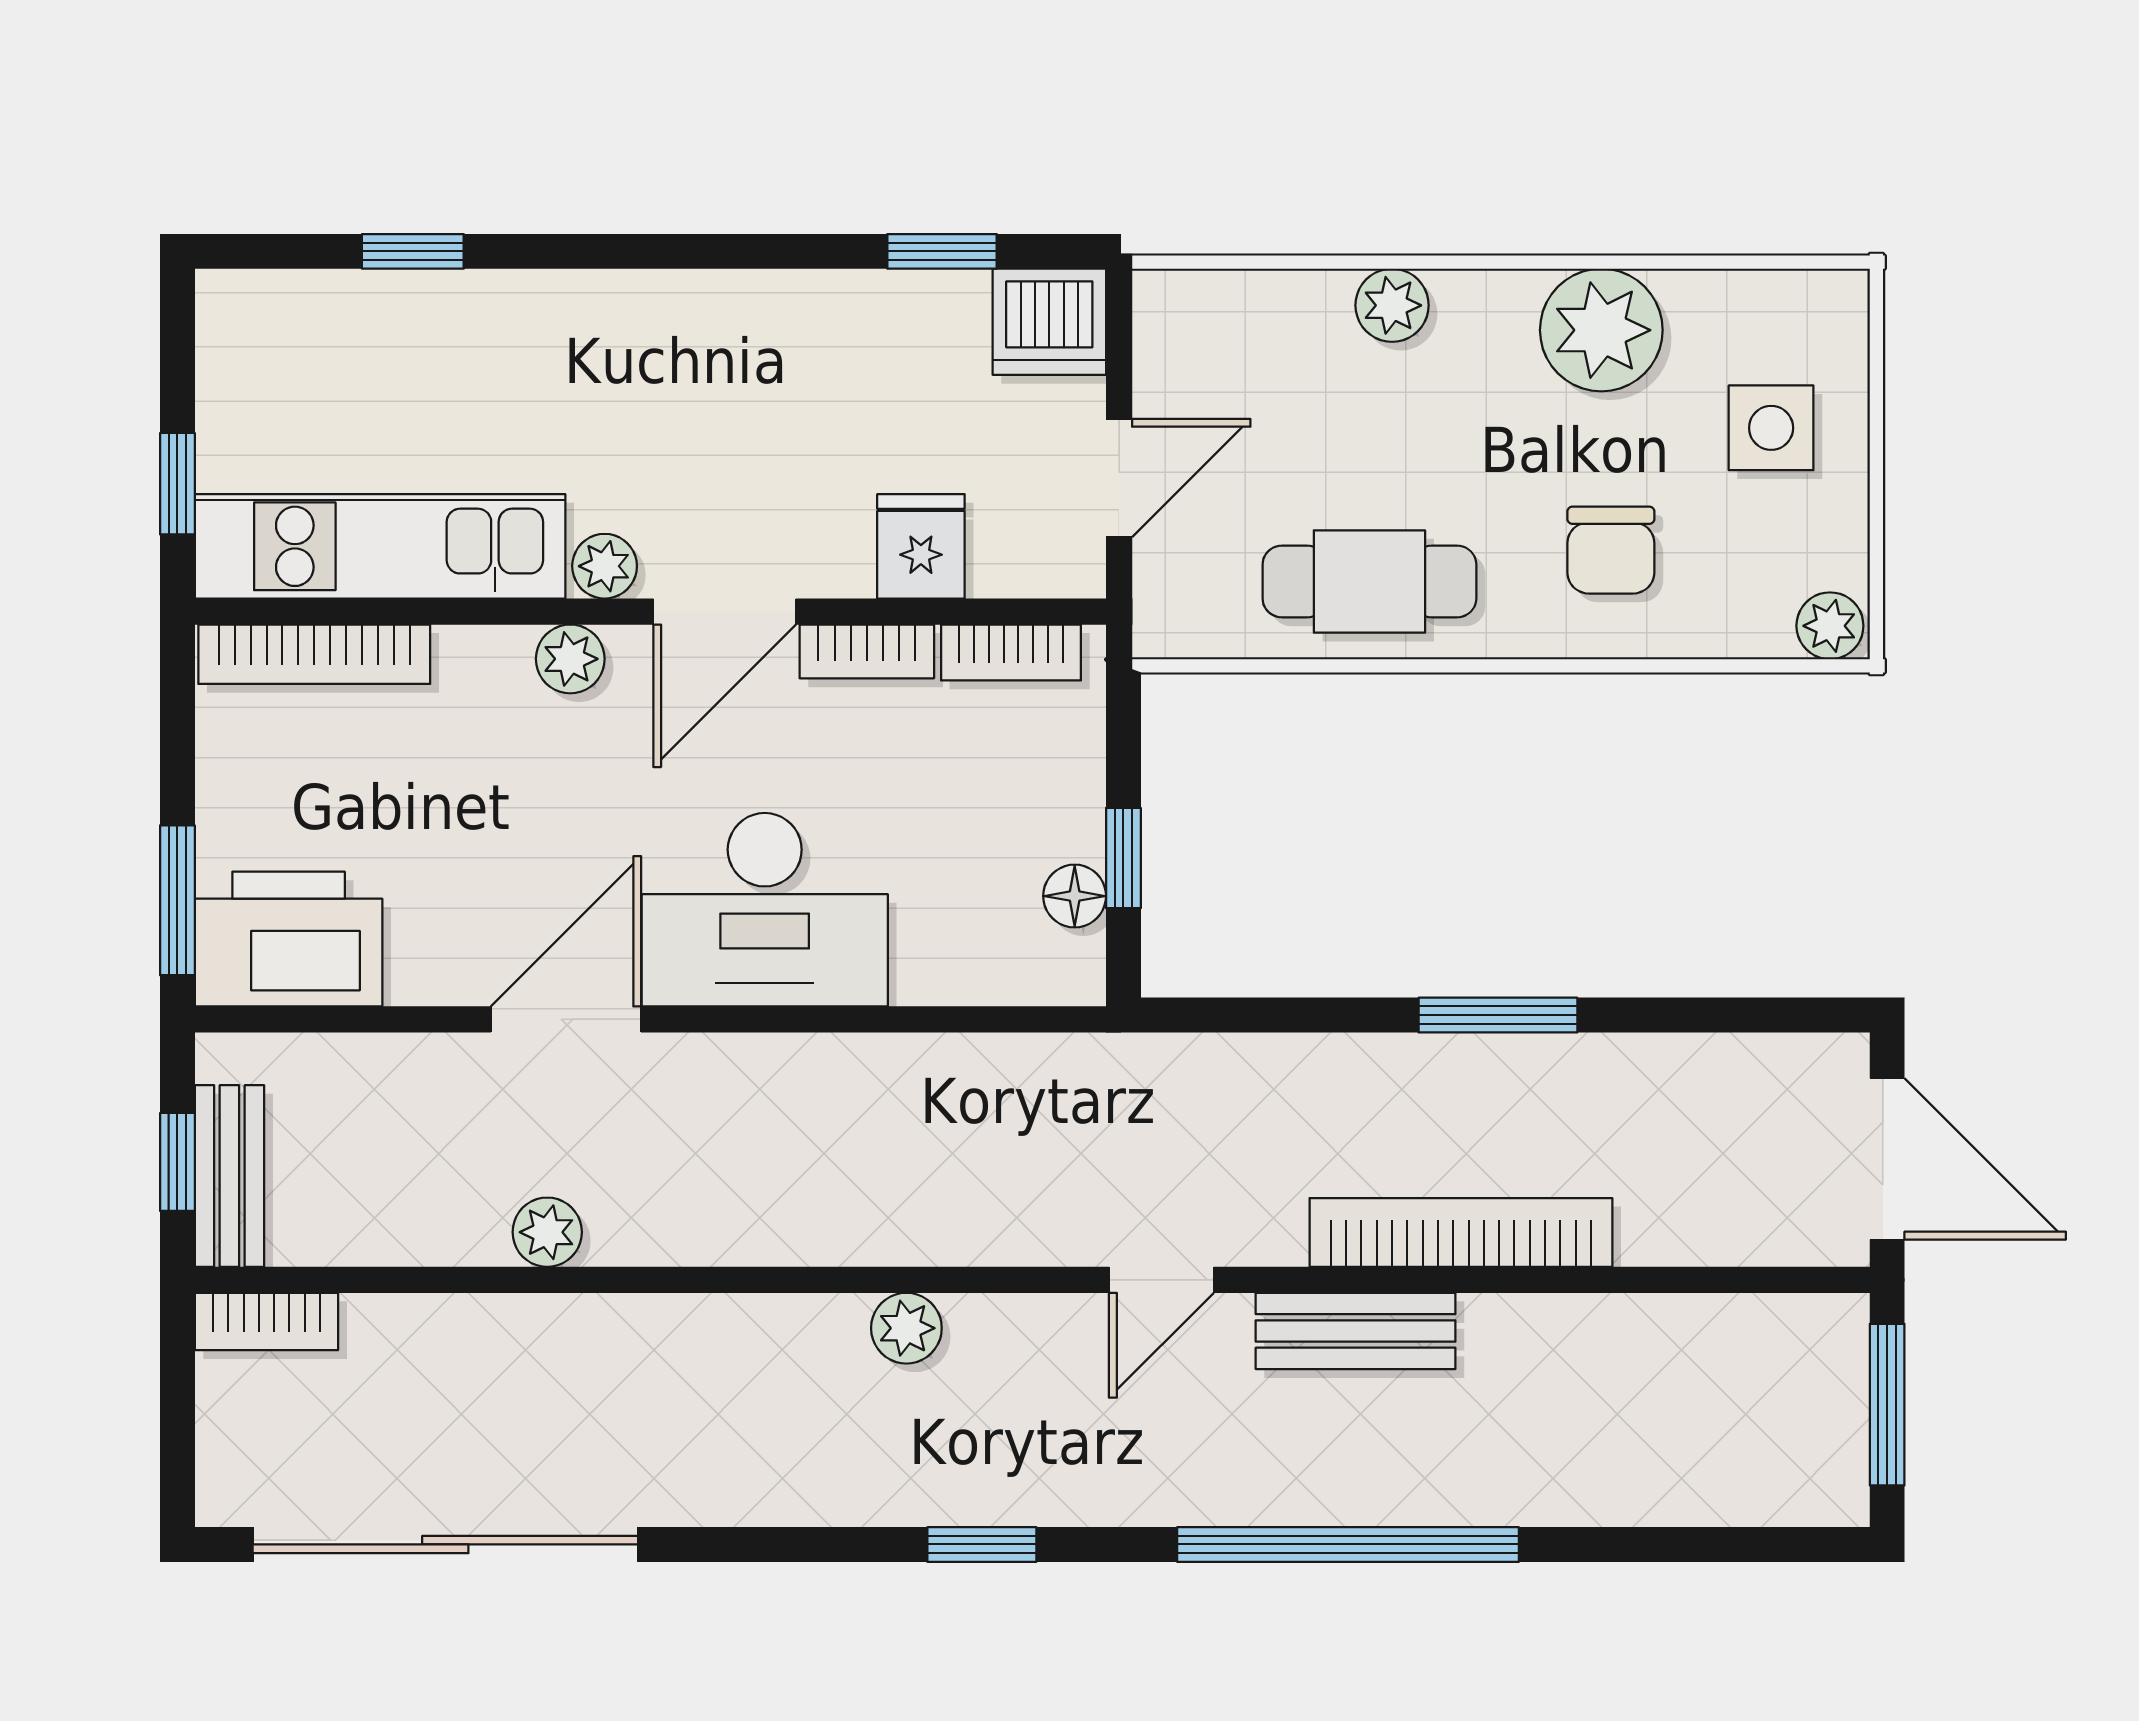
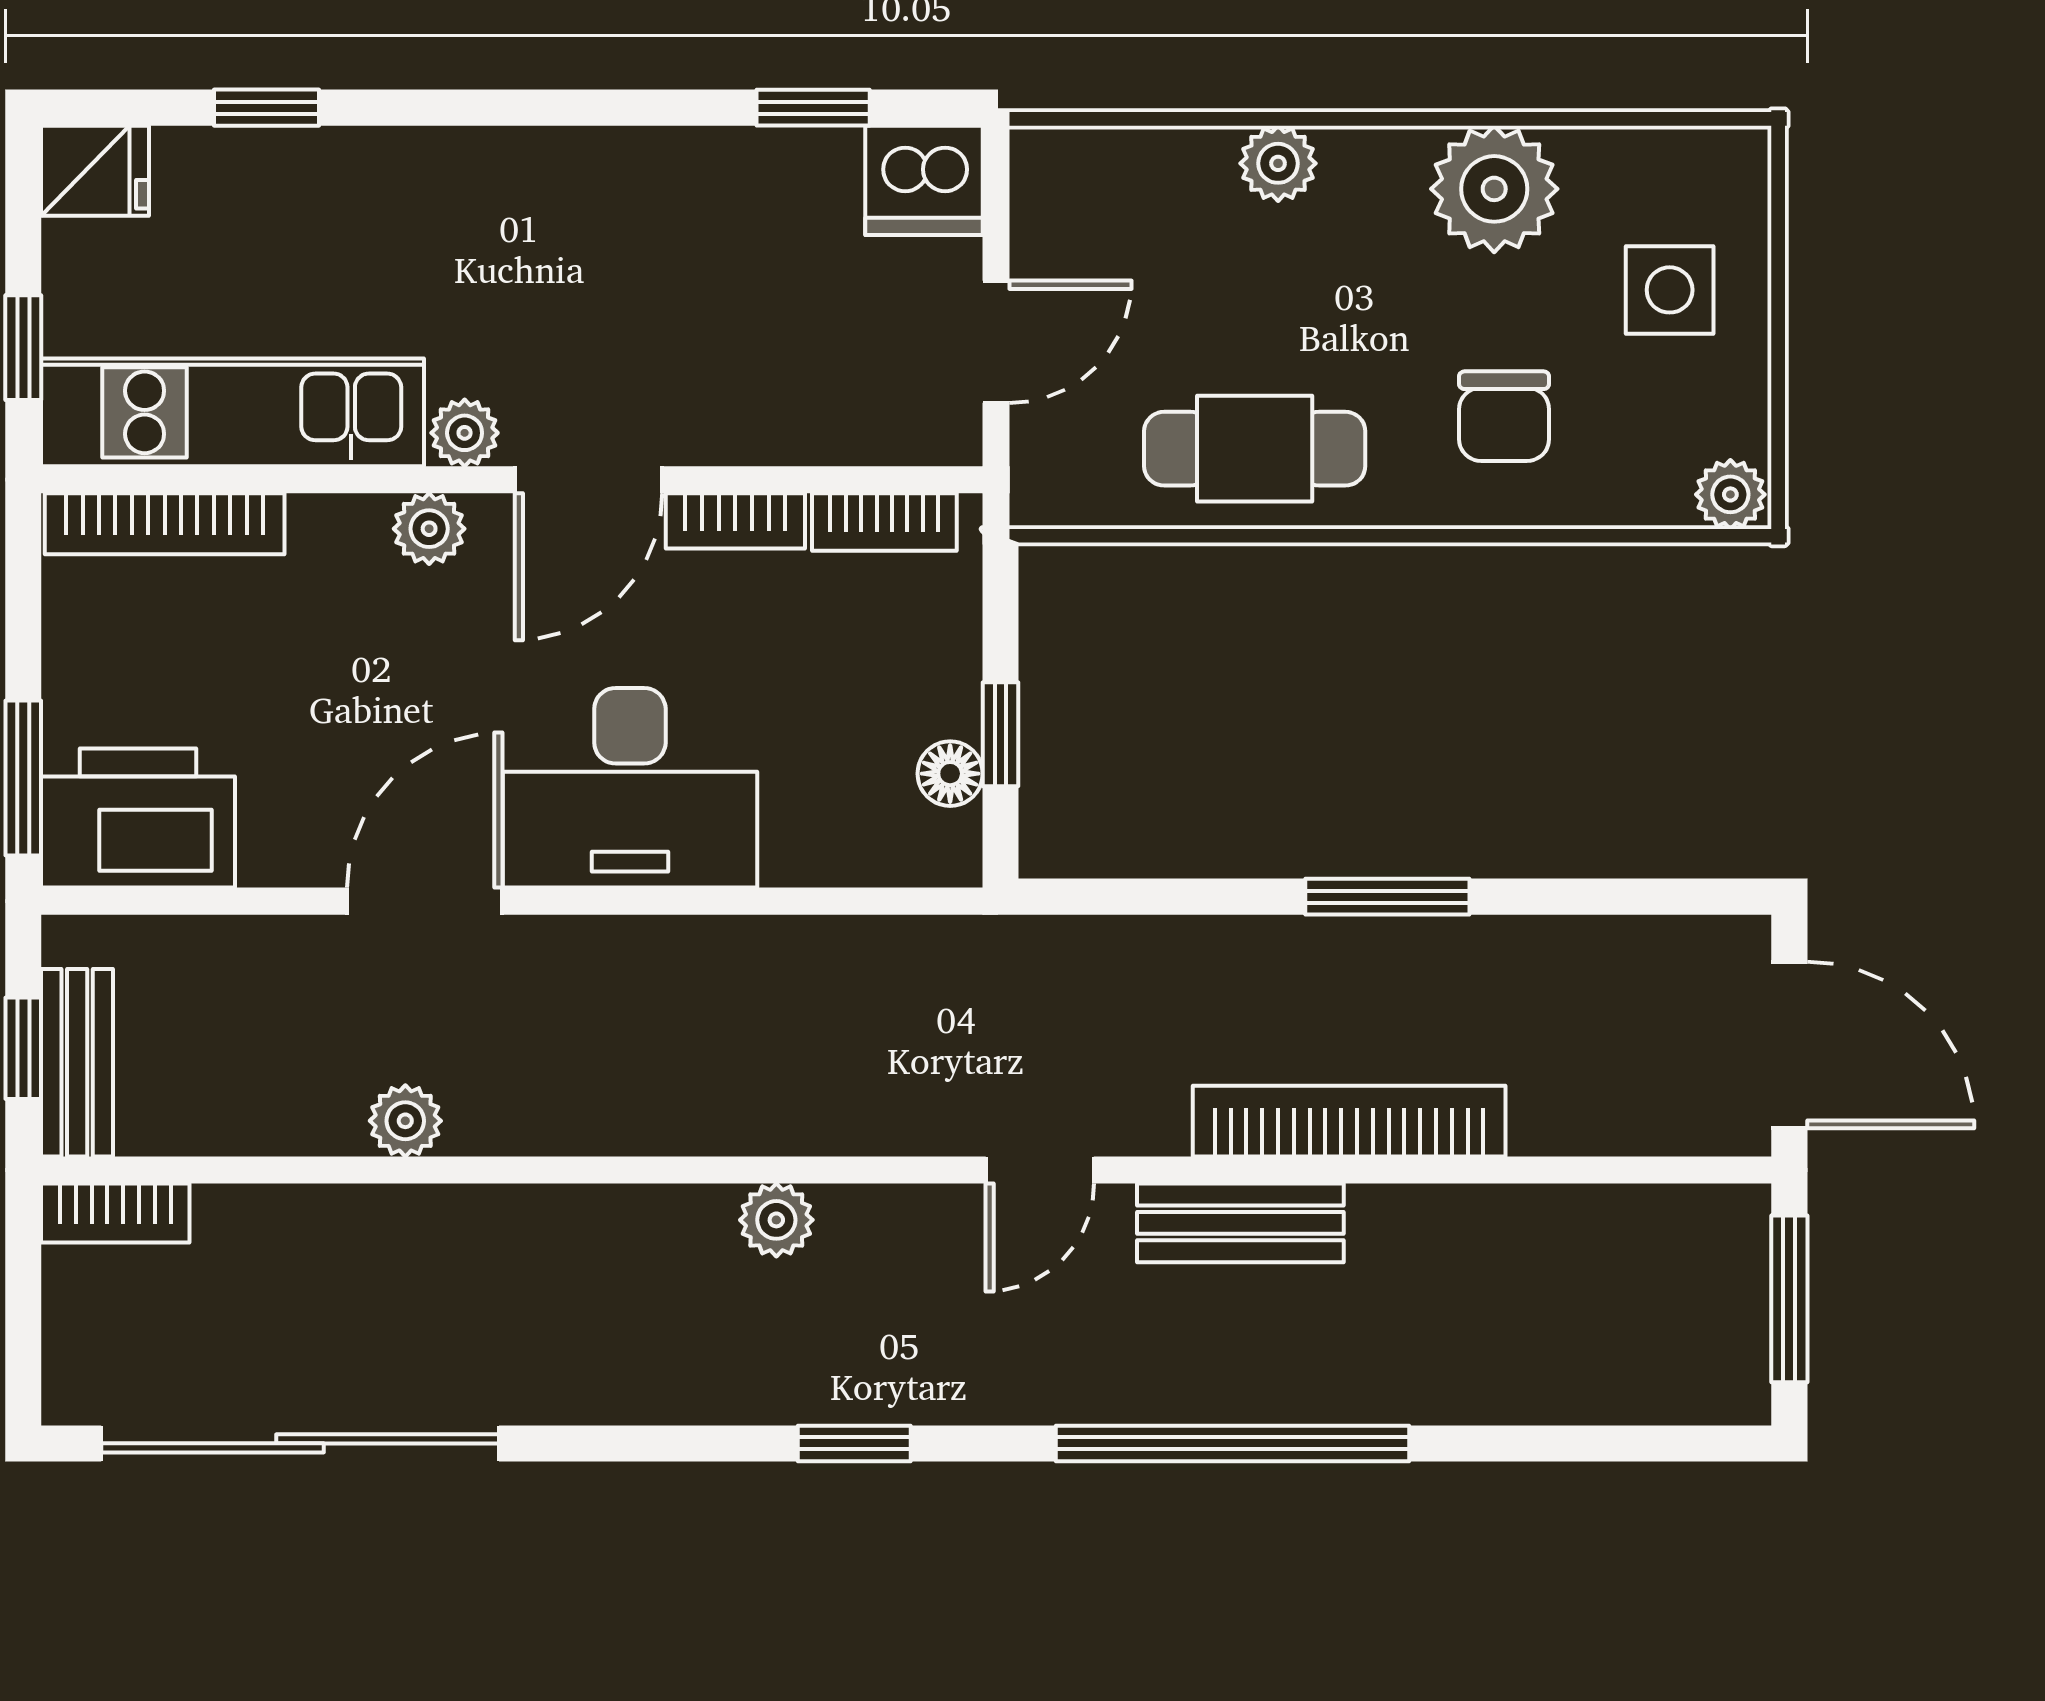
fridge: (921, 546) -> (95, 171), moved, turned 90

